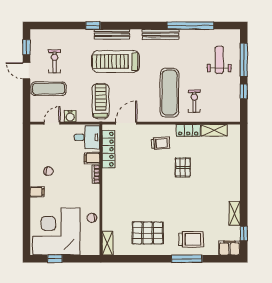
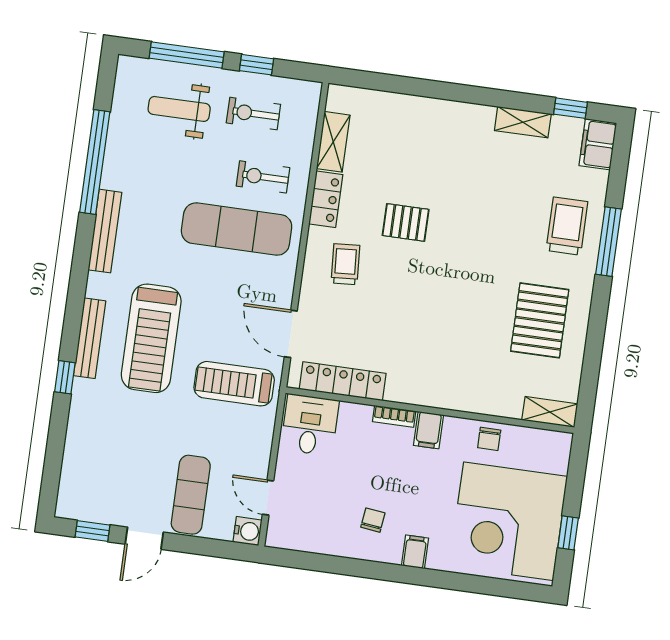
exercise bike: (55, 61) -> (253, 114), moved
water cooler: (70, 116) -> (247, 531), moved
filing cabinet: (92, 158) -> (428, 430), moved

